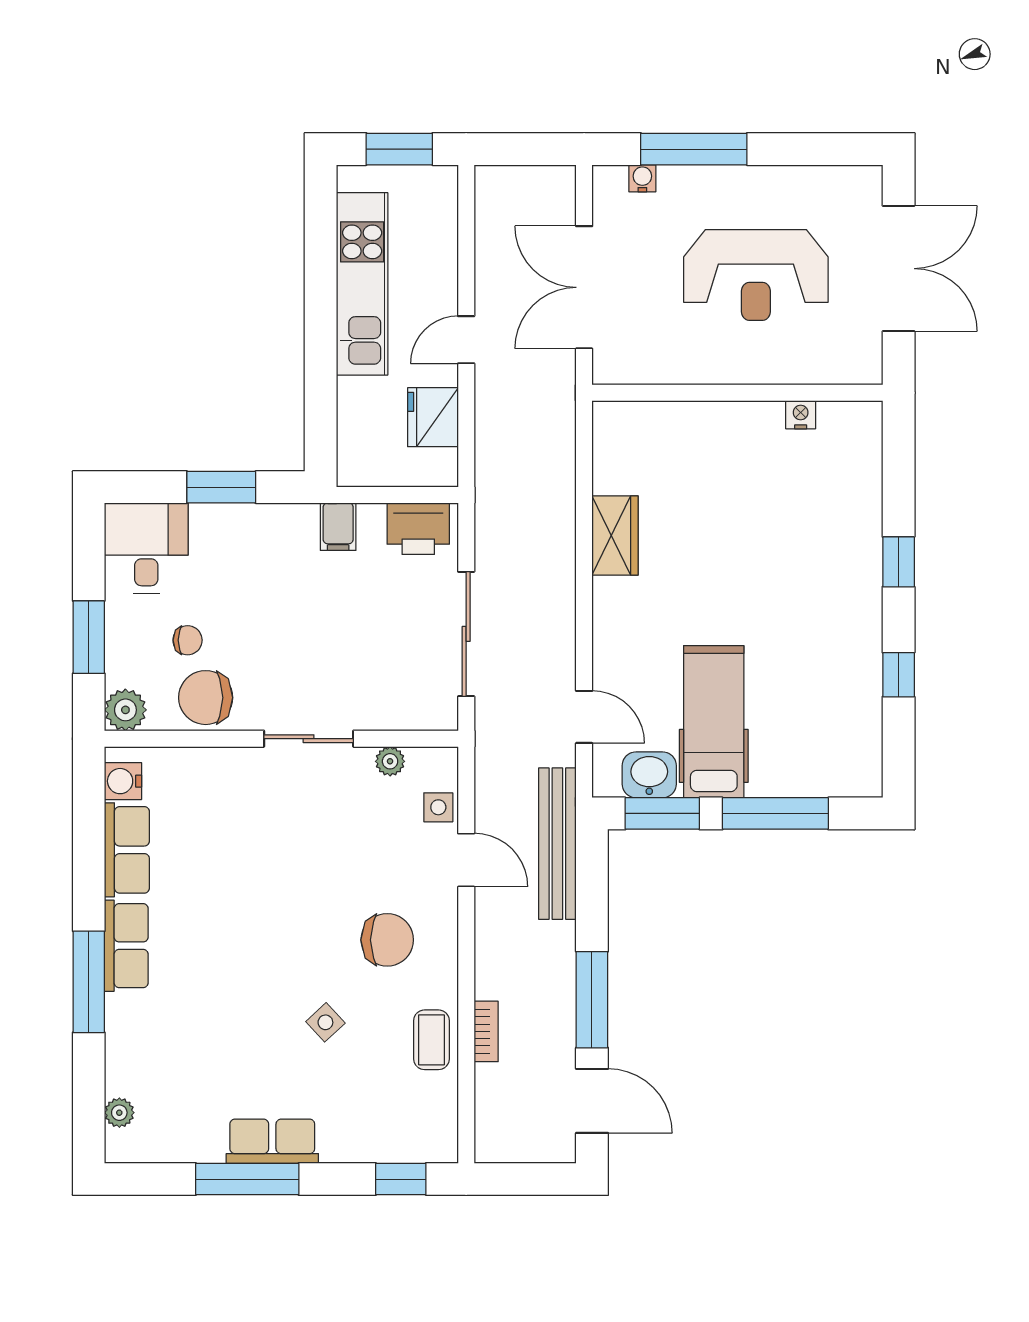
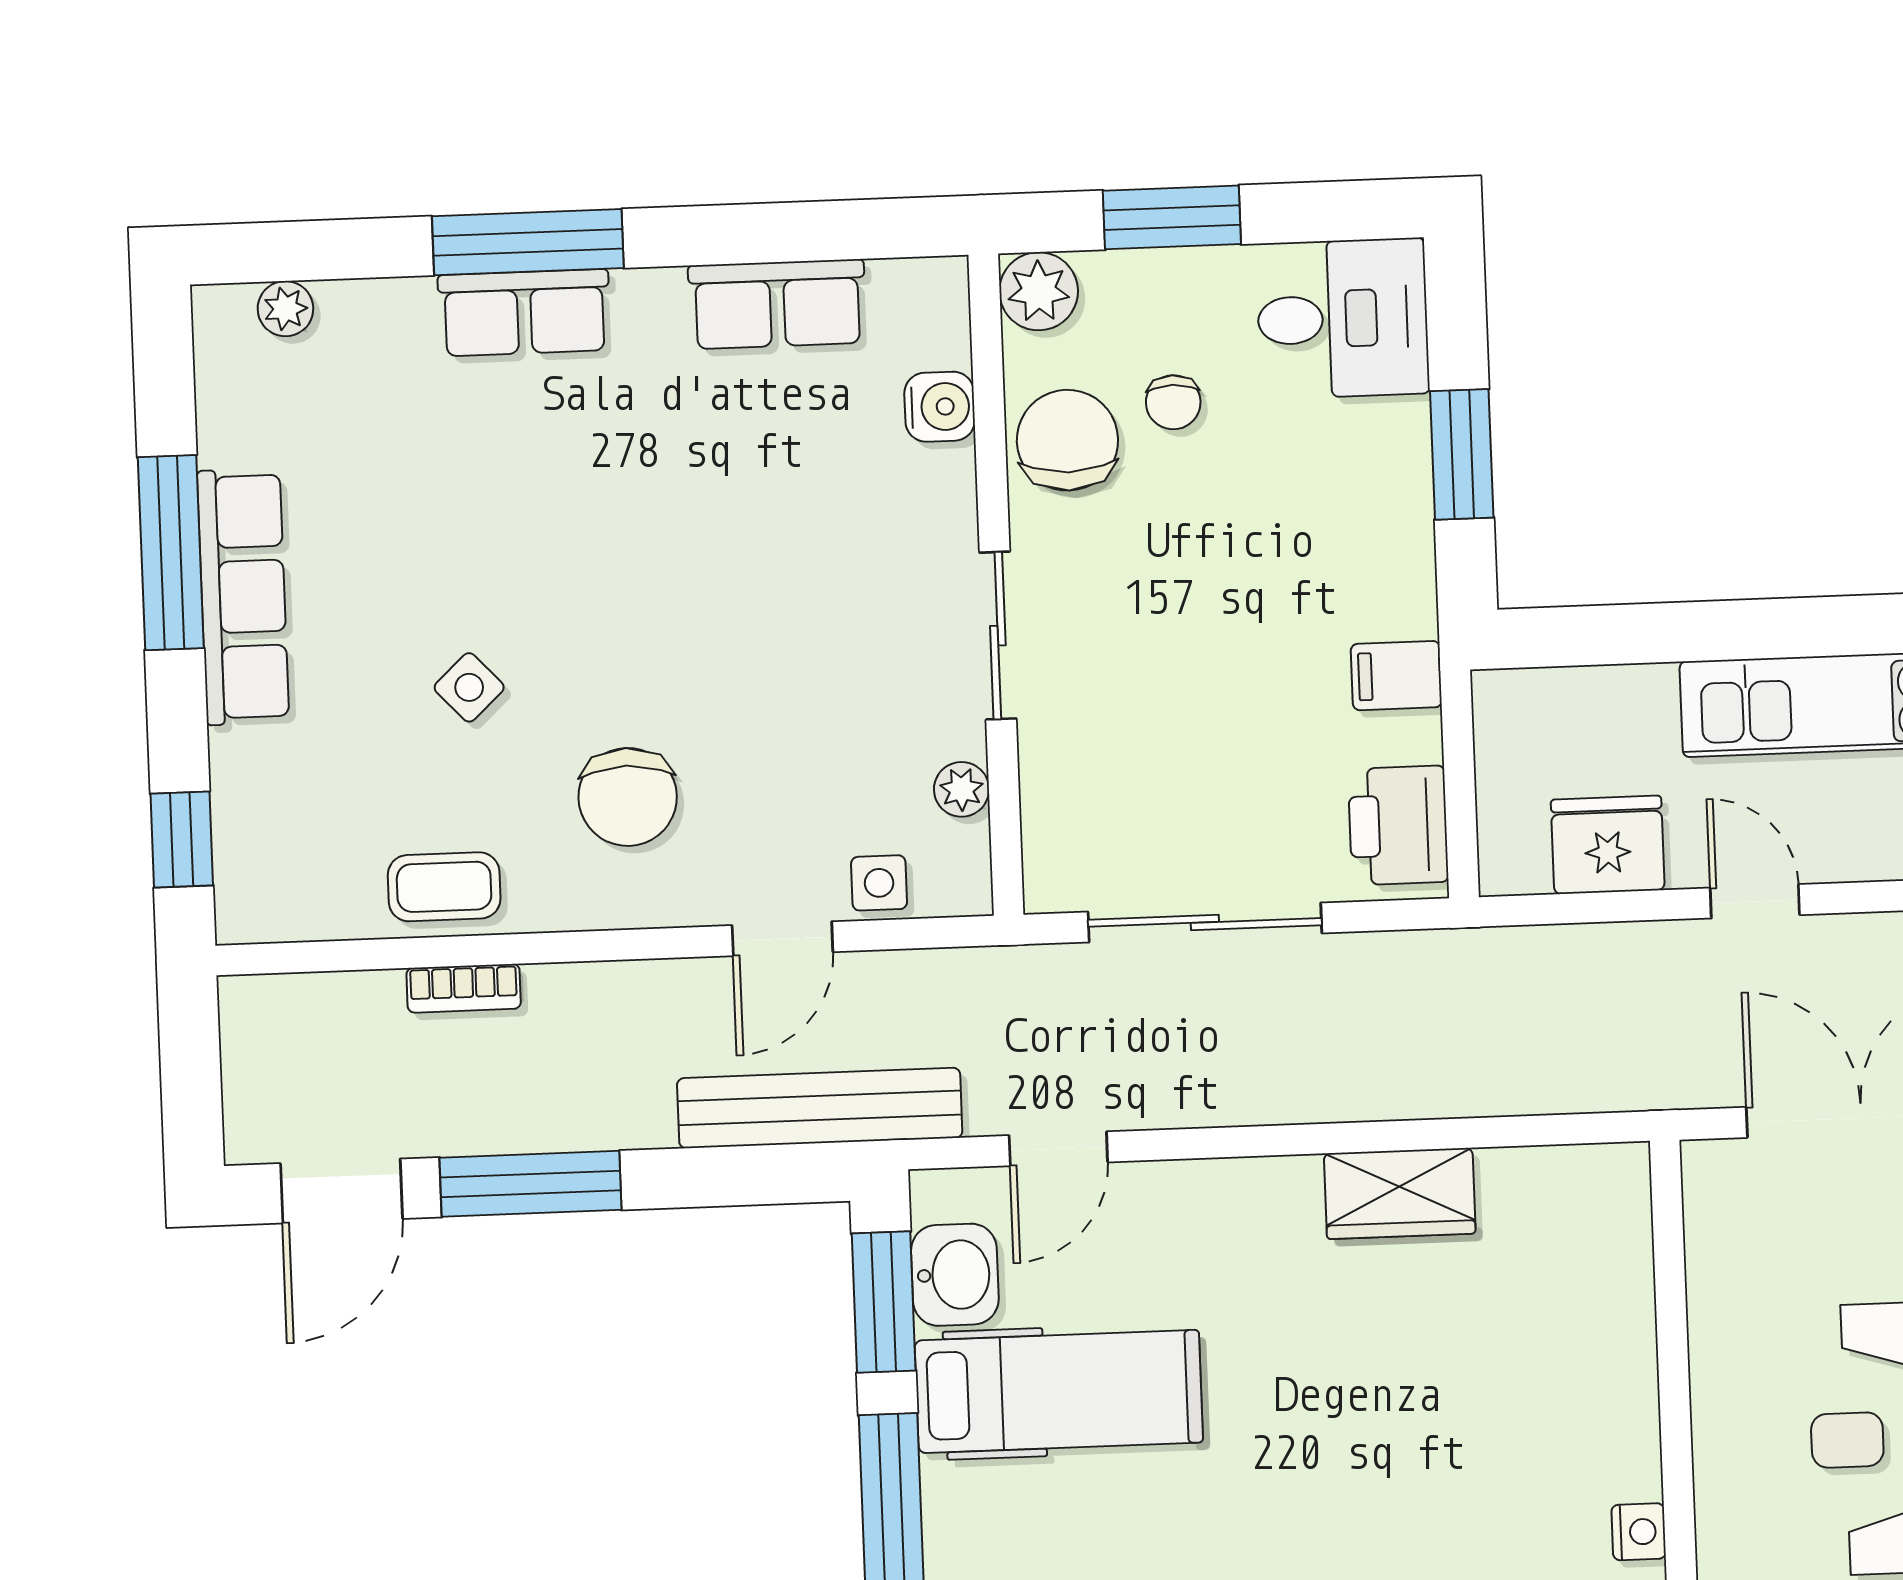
water cooler: (123, 781) -> (940, 407), moved, turned 90
row of seats: (126, 946) -> (524, 313), moved
row of seats: (272, 1141) -> (243, 597), width x1.48

